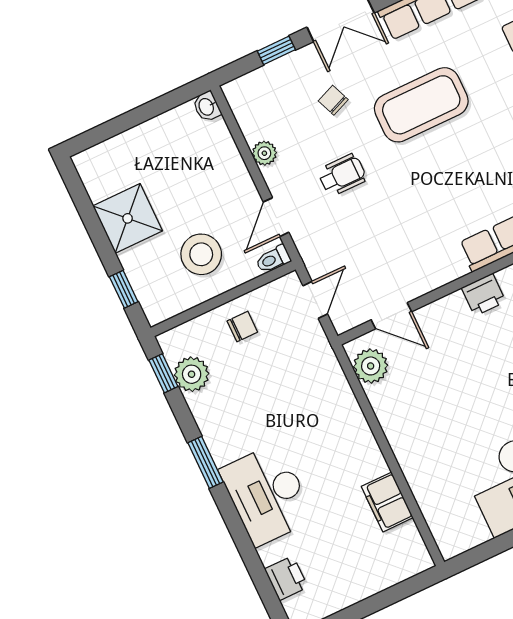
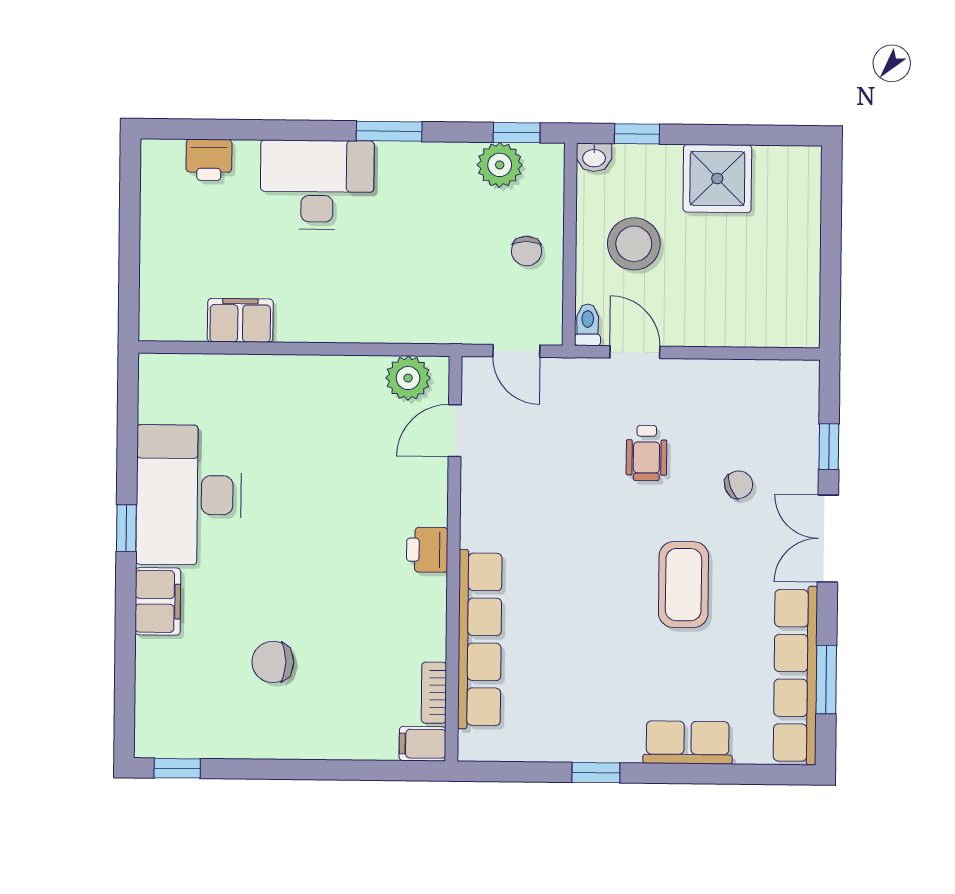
coffee table: (421, 105) -> (683, 585), width x0.73, depth x0.76
washbasin: (207, 107) -> (594, 157), moved, turned 180
plant: (264, 153) -> (716, 375), removed

